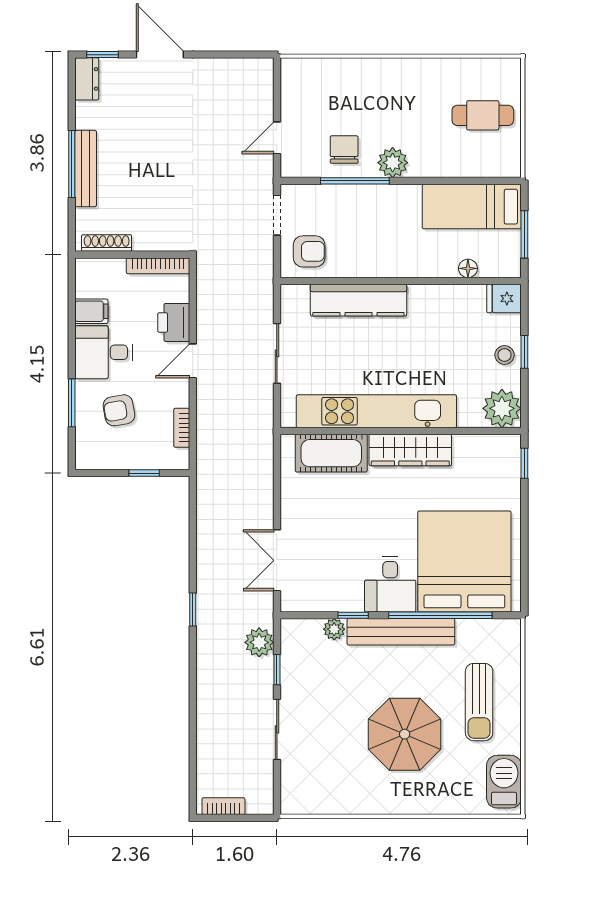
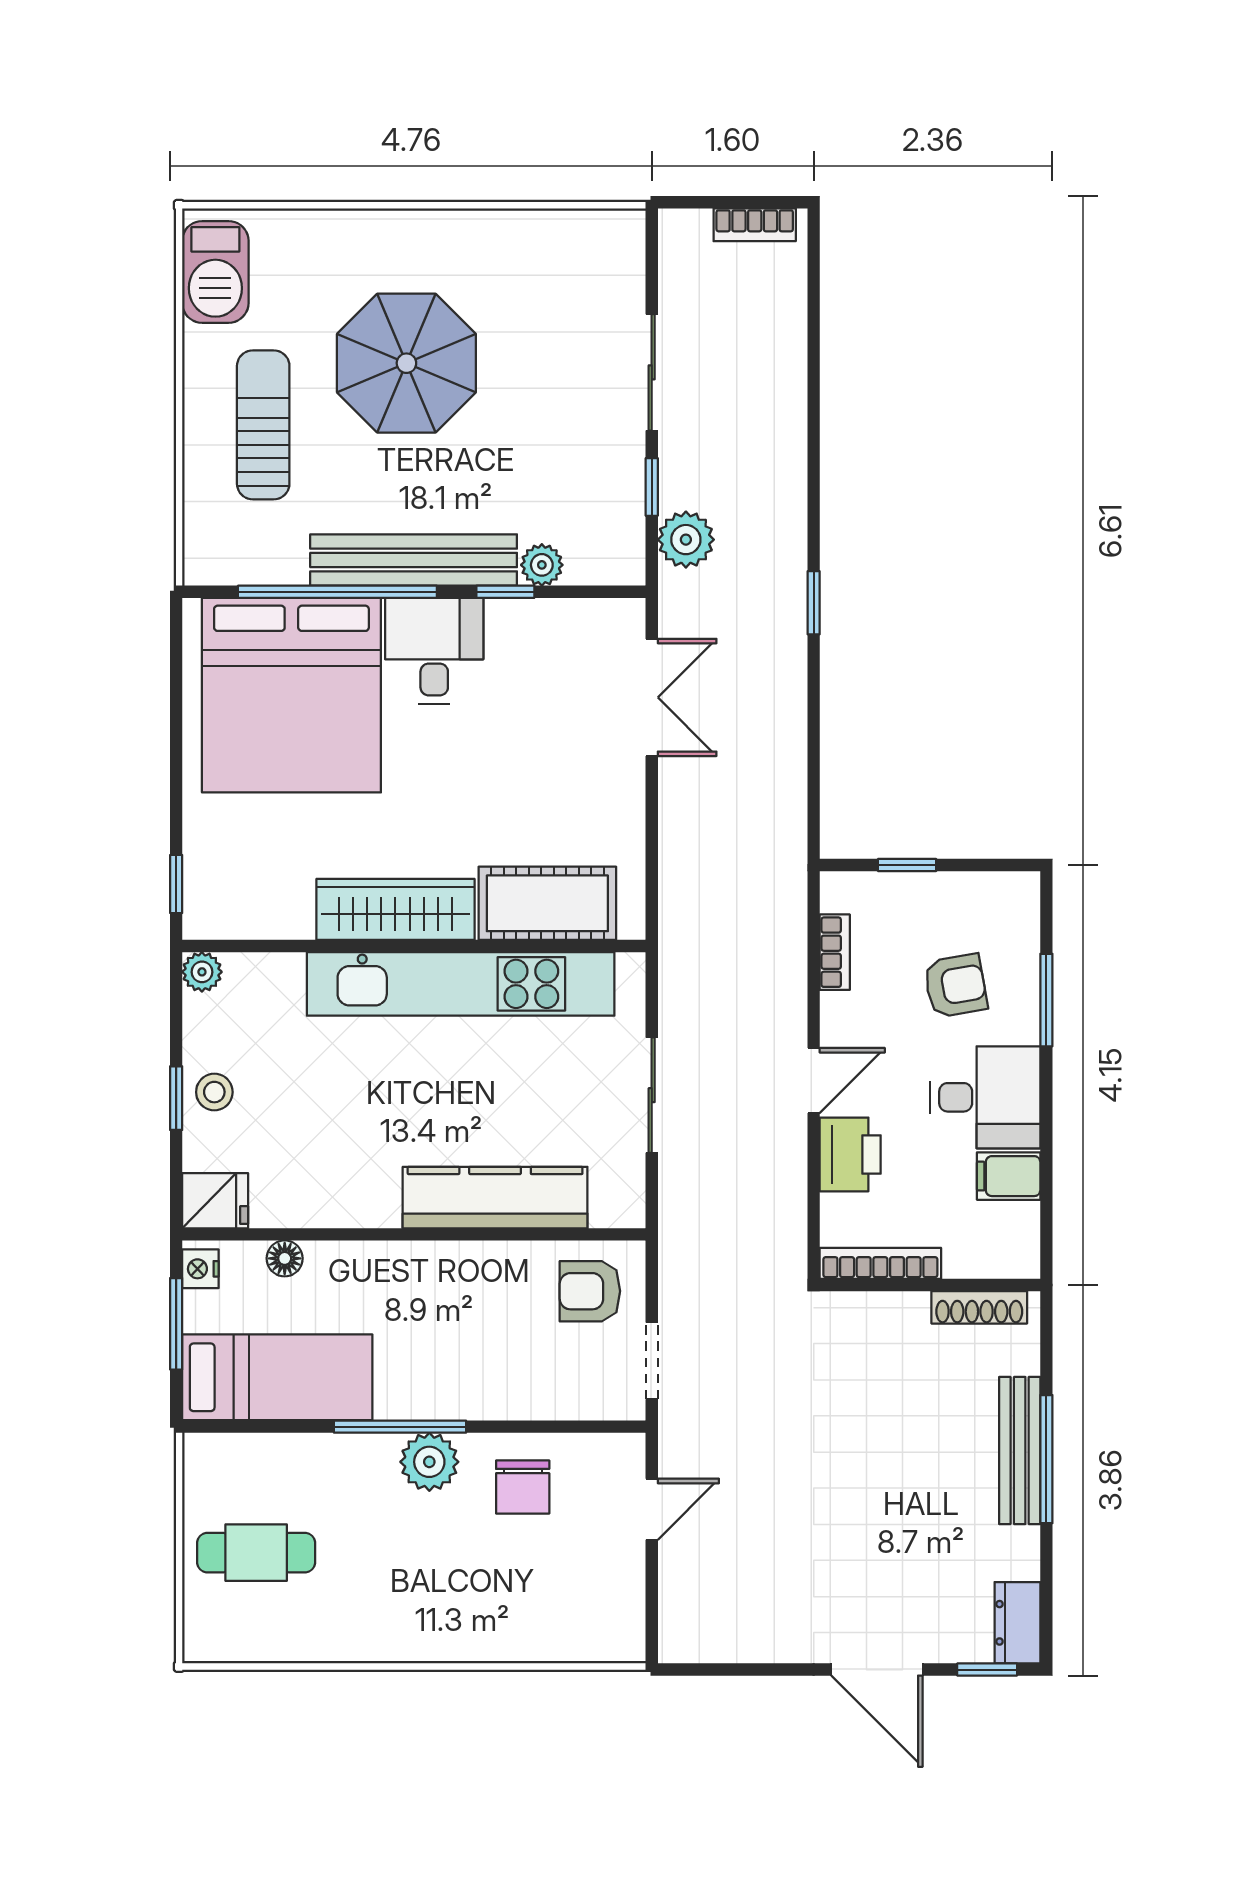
window: (355, 181) -> (400, 1427), moved
nightstand: (512, 263) -> (200, 1269), added
plant: (502, 408) -> (202, 972), width x0.53, depth x0.53

